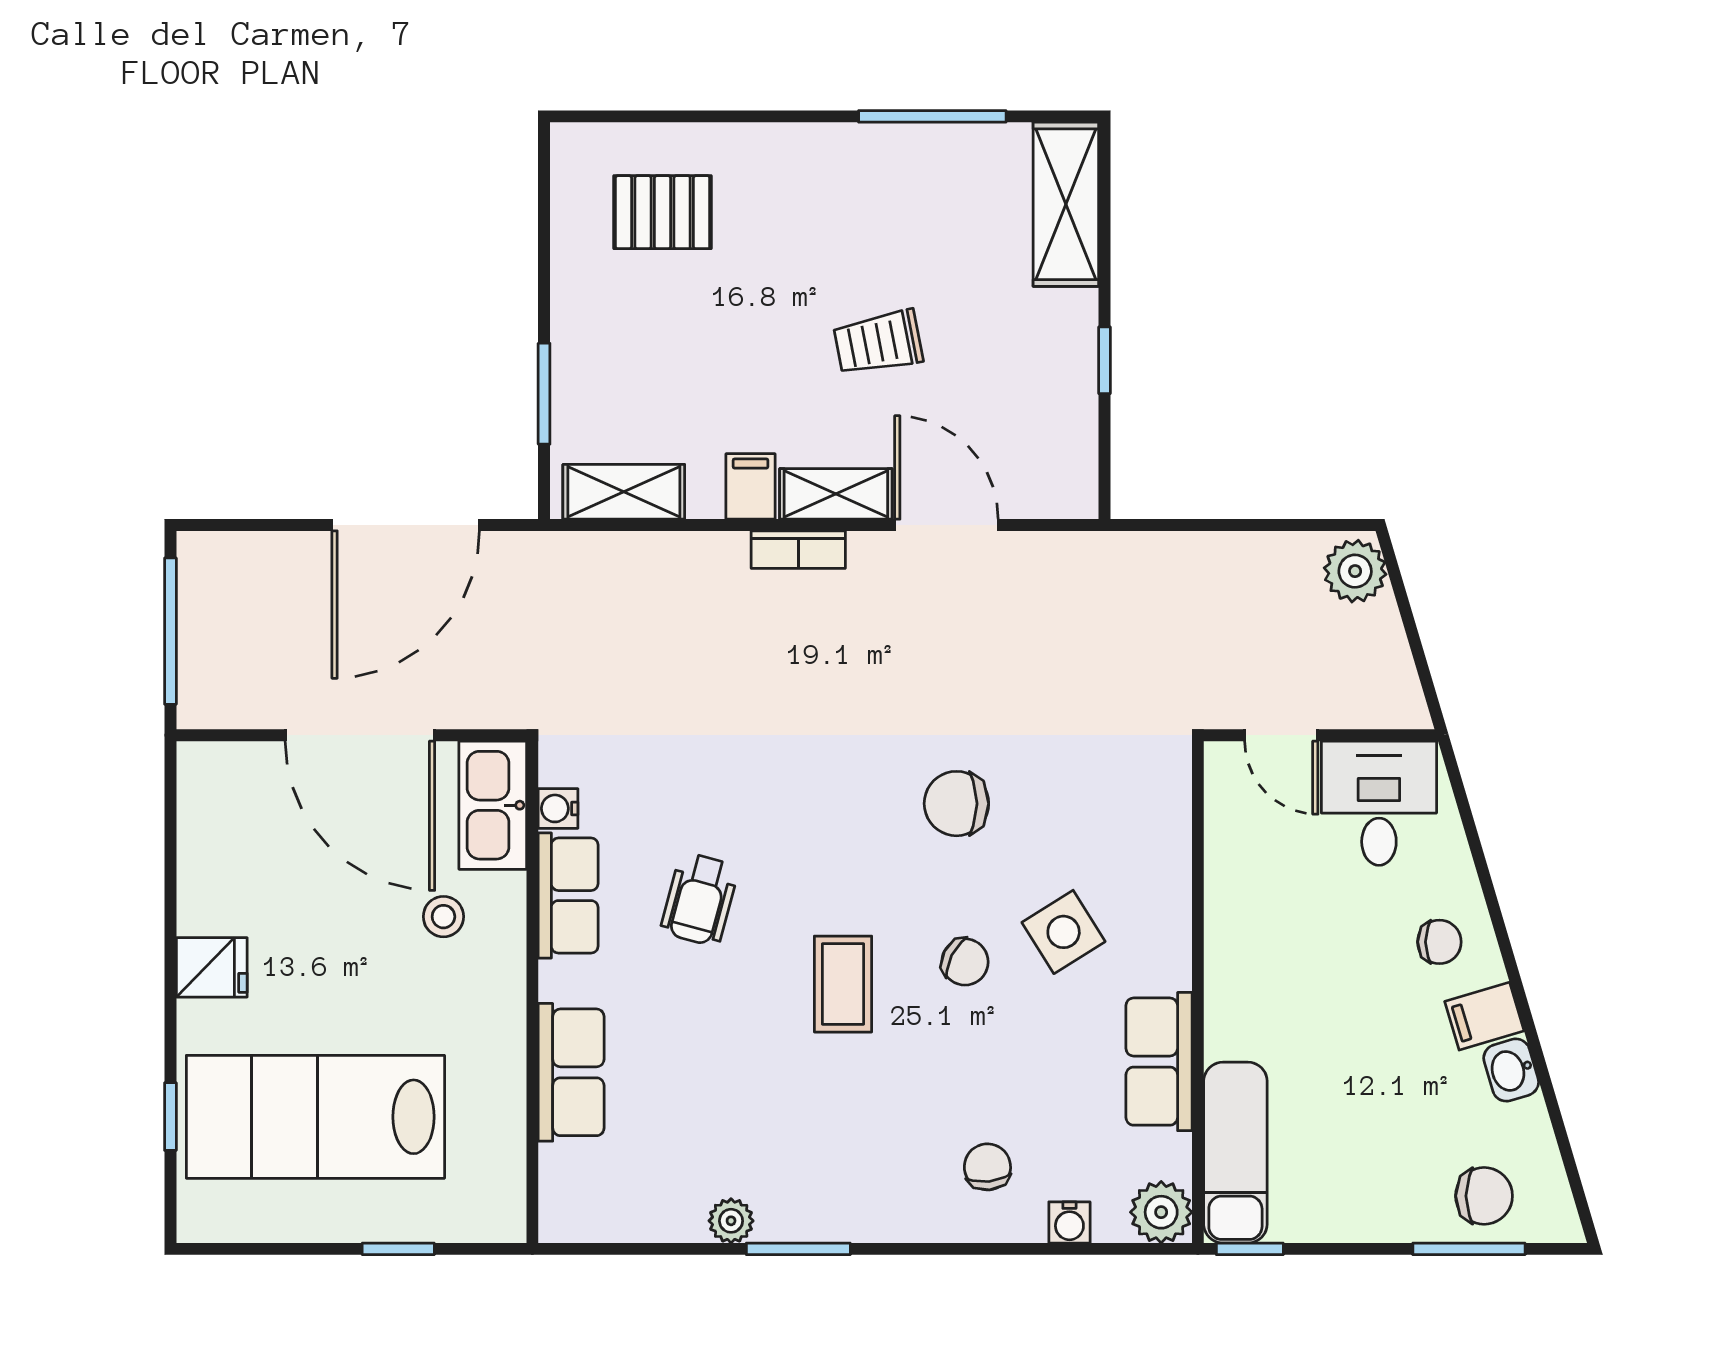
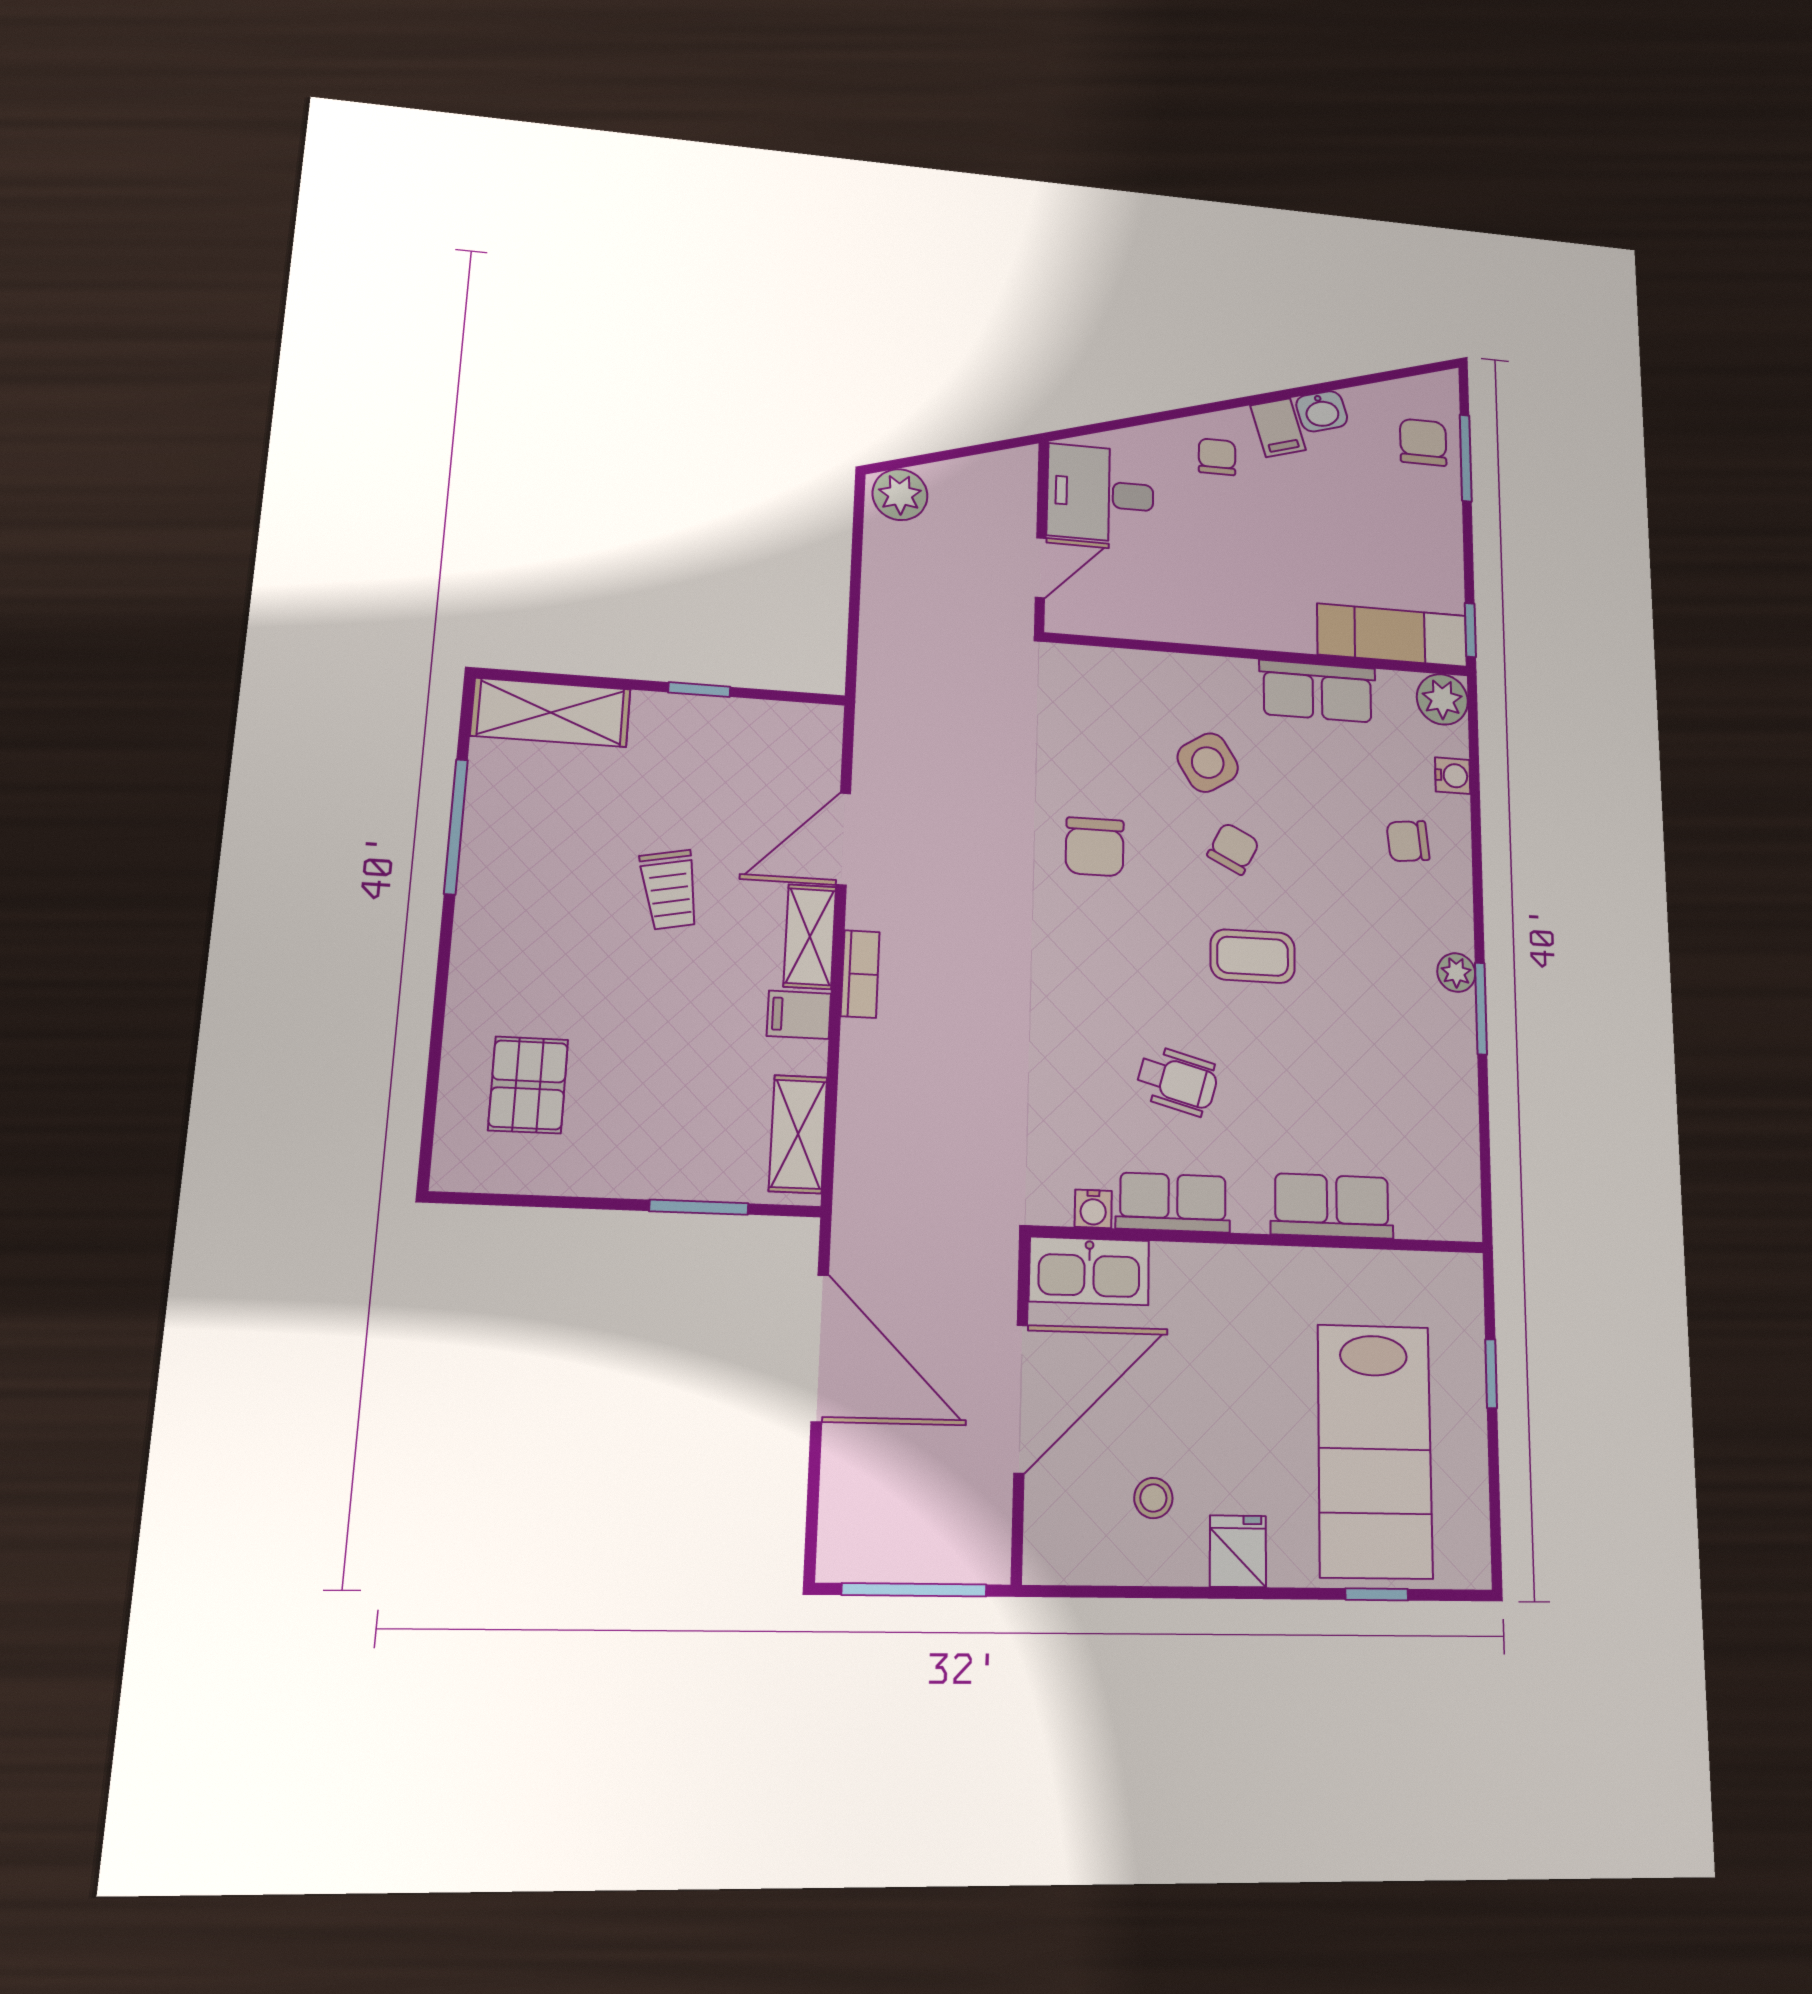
stool: (443, 917) -> (1153, 1498), moved
plant: (731, 1221) -> (1456, 972), moved

